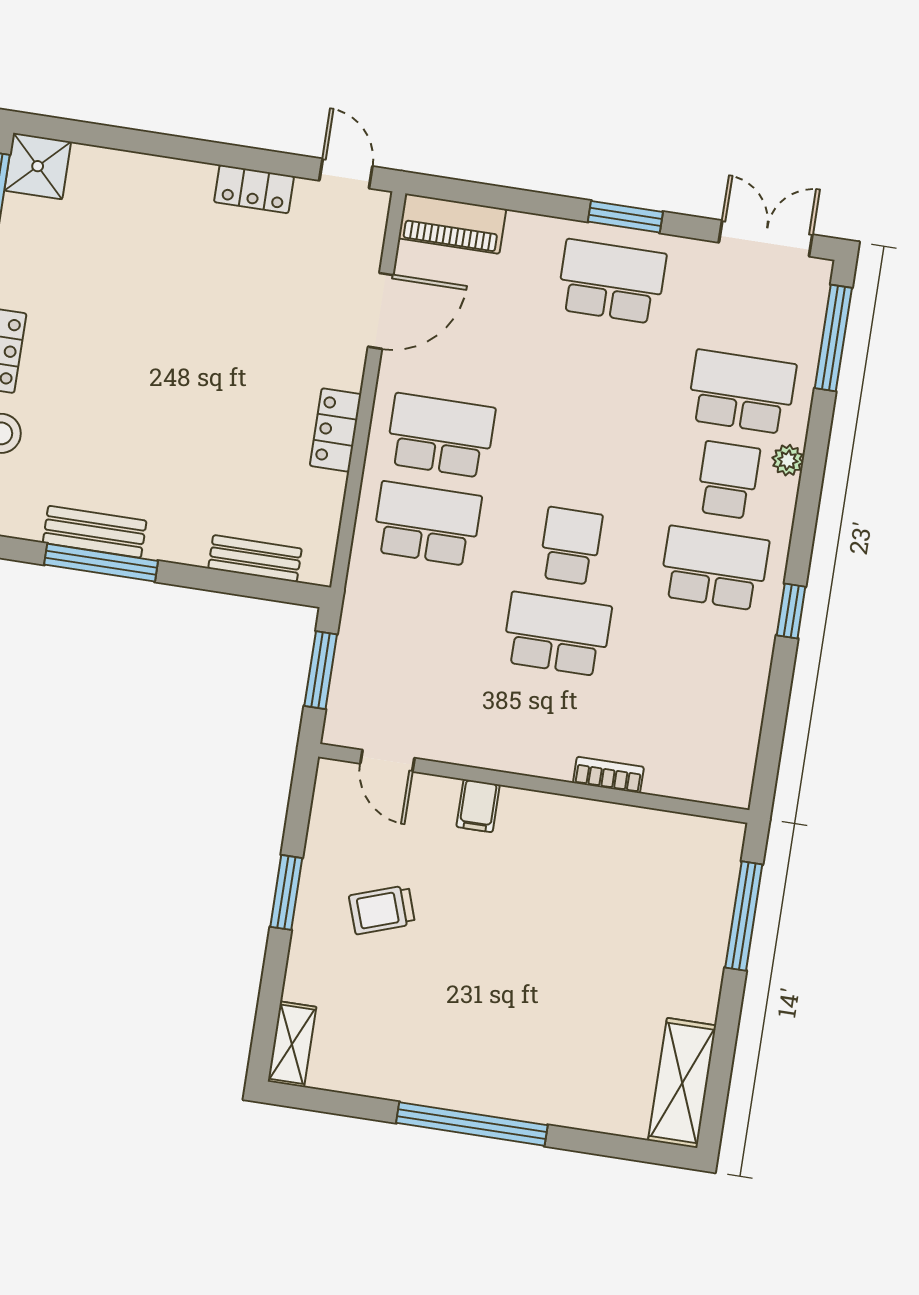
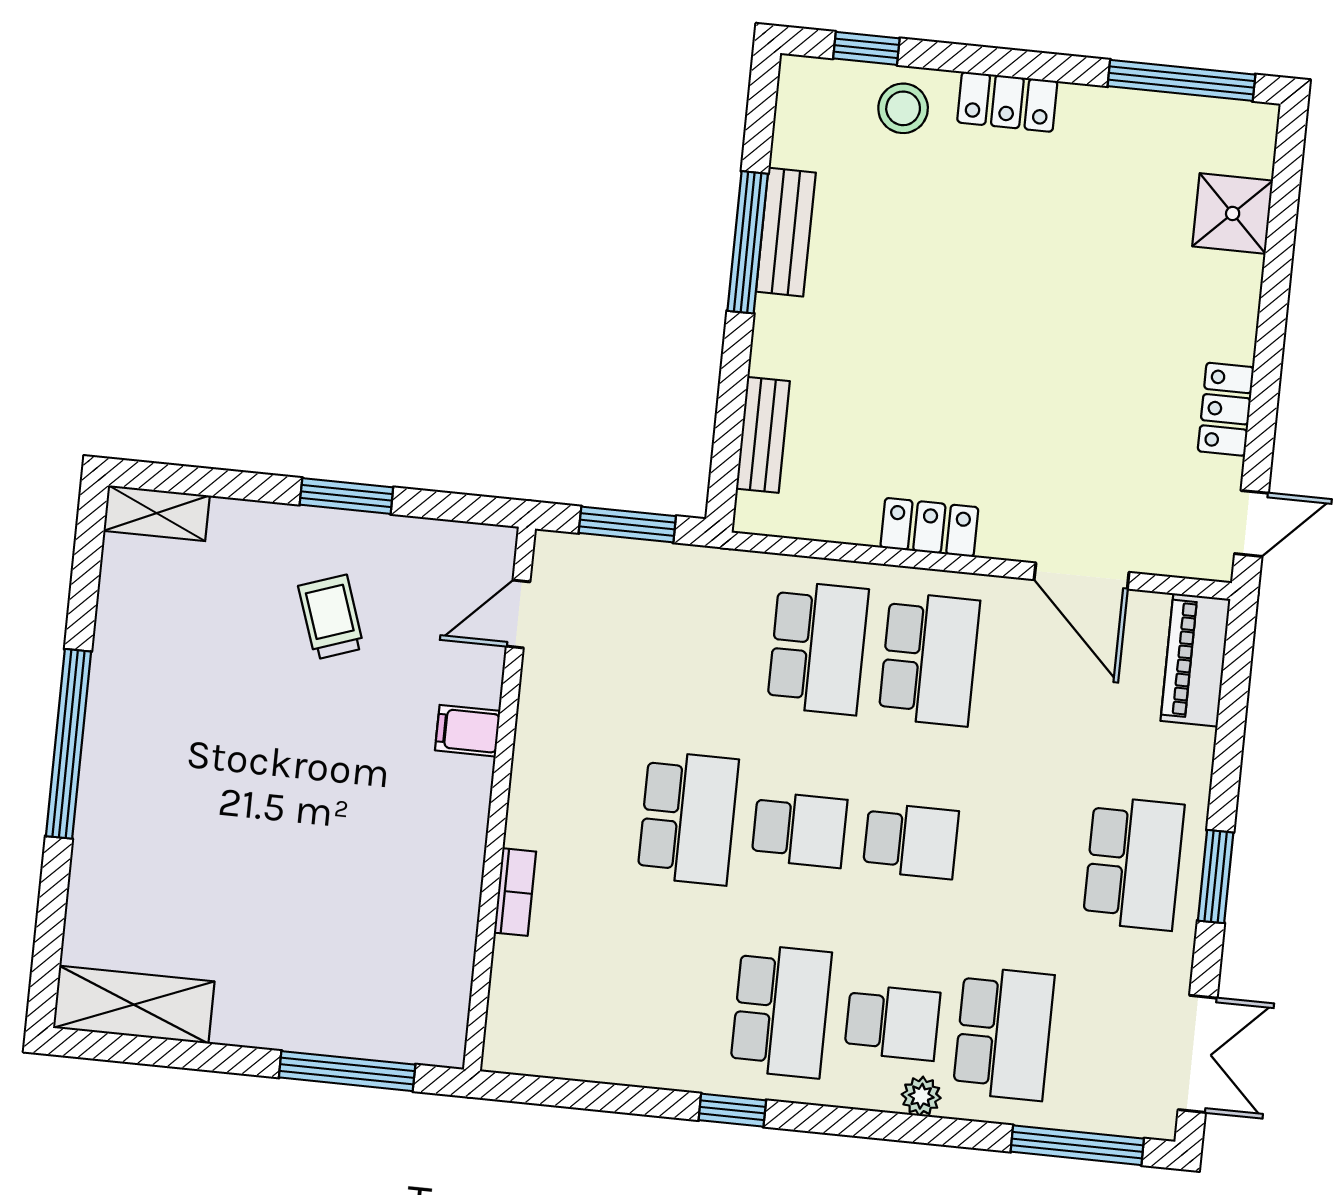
shower: (38, 166) -> (1233, 213), moved
school desk: (584, 458) -> (911, 841), added

